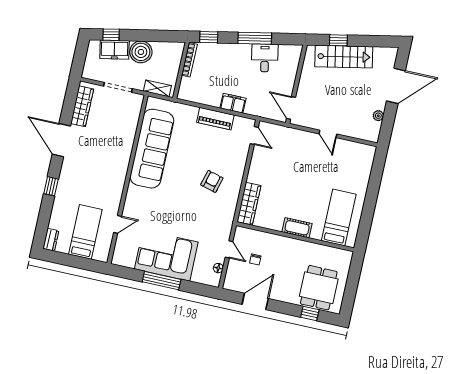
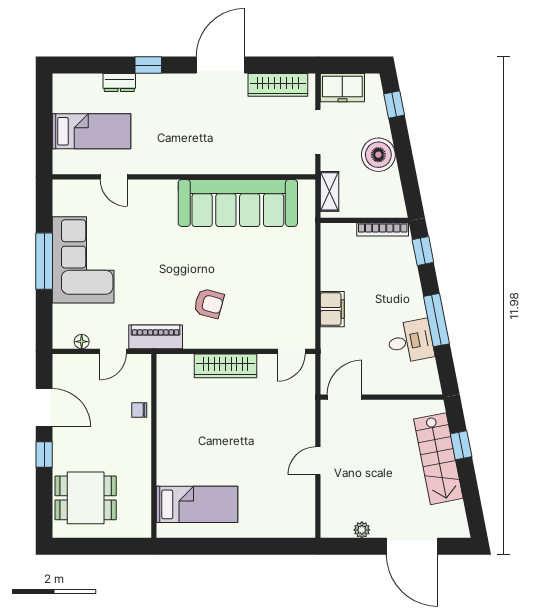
freezer: (114, 50) -> (342, 88), moved, turned -79
piano: (215, 119) -> (156, 337), moved, turned 90
wardrobe: (249, 204) -> (226, 366), moved
cot: (297, 228) -> (168, 446), removed
dresser: (51, 240) -> (119, 82), moved
chair: (255, 259) -> (139, 410), moved
window: (310, 314) -> (44, 455), moved

